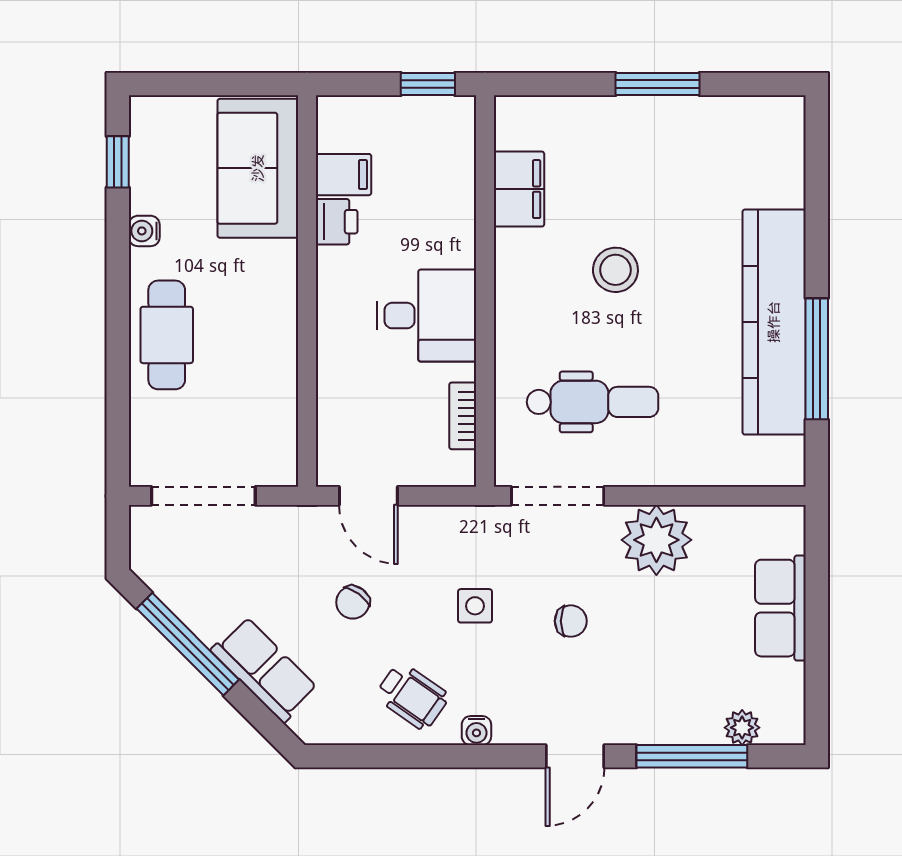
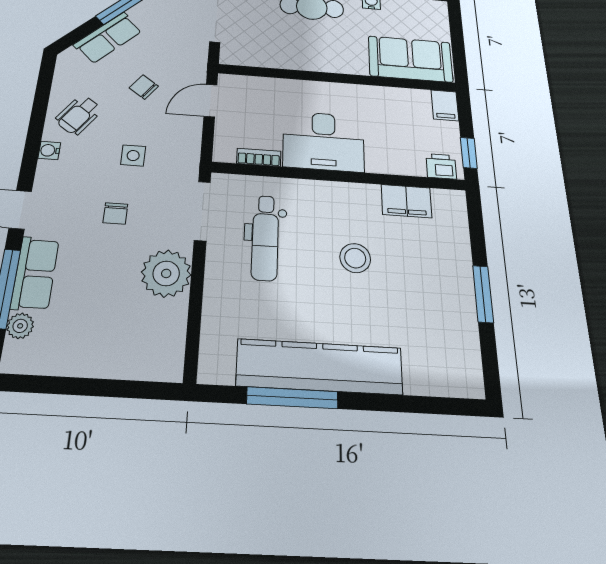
filing cabinet: (344, 175) -> (445, 105), moved
printer: (337, 222) -> (441, 166), moved, turned 180
desk: (426, 316) -> (324, 141), width x1.37
row of seats: (780, 608) -> (35, 273), moved, turned 90

